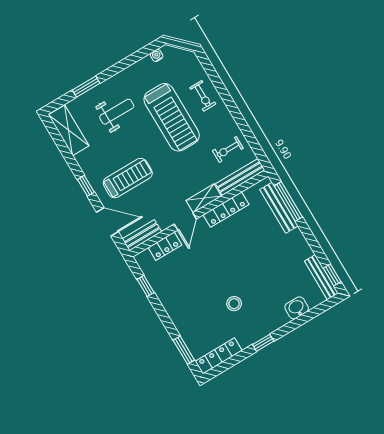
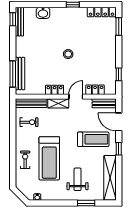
weight bench: (117, 112) -> (78, 179), turned 90
treadmill: (172, 117) -> (49, 158), turned 180
shelving: (69, 130) -> (110, 178), width x1.47
treadmill: (128, 178) -> (93, 139), turned 180
locker: (226, 210) -> (55, 90), width x0.66
stool: (234, 304) -> (68, 54), moved

